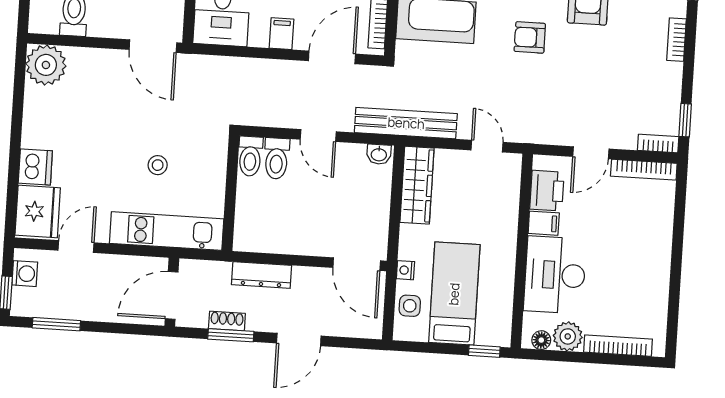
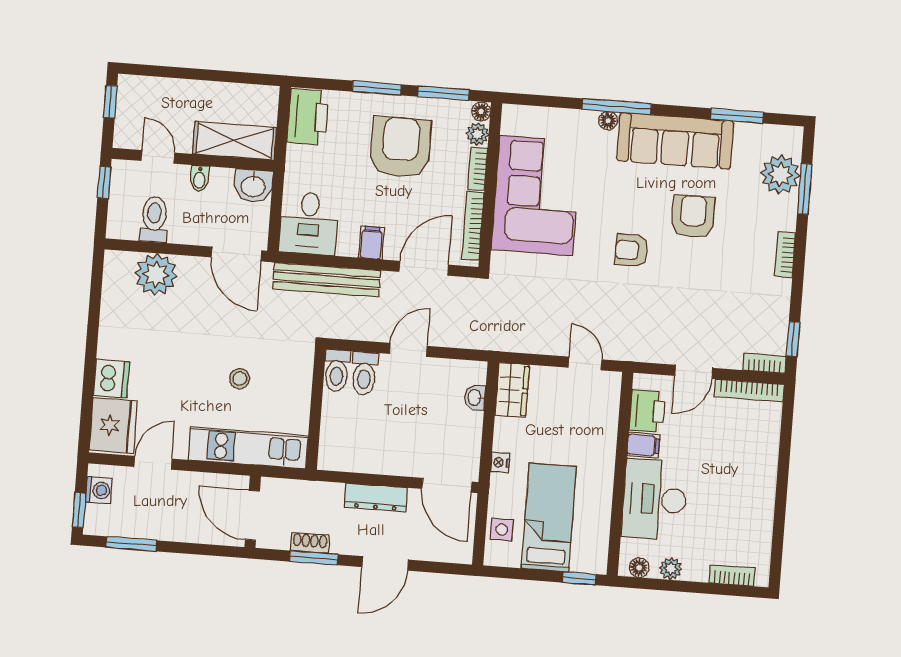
plant: (46, 65) -> (156, 274), moved
bench: (406, 123) -> (327, 280), moved
door: (318, 135) -> (408, 350), swing flipped
washbasin: (379, 154) -> (475, 398), moved, turned 90
wardrobe: (417, 185) -> (512, 390), width x0.67
nightstand: (405, 270) -> (500, 462), moved
dresser: (262, 275) -> (376, 498), moved
door: (172, 295) -> (252, 515), hinge flipped
plant: (568, 336) -> (671, 569), width x0.73, depth x0.73
bookcase: (618, 346) -> (732, 575), width x0.64

